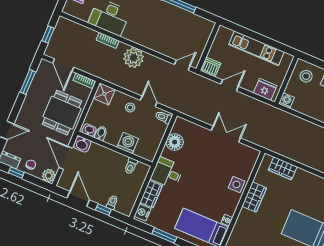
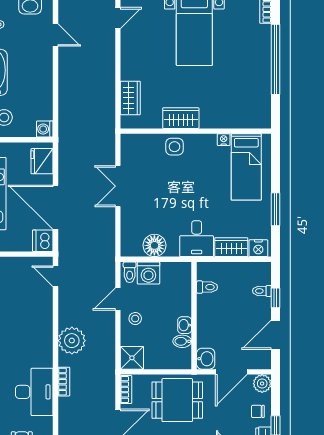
door: (230, 85) -> (56, 207), width x1.87
washbasin: (89, 130) -> (185, 325), moved
washing machine: (128, 143) -> (148, 273), moved, turned -90

